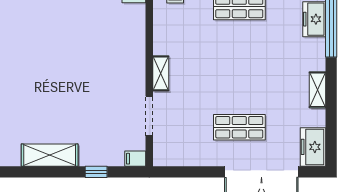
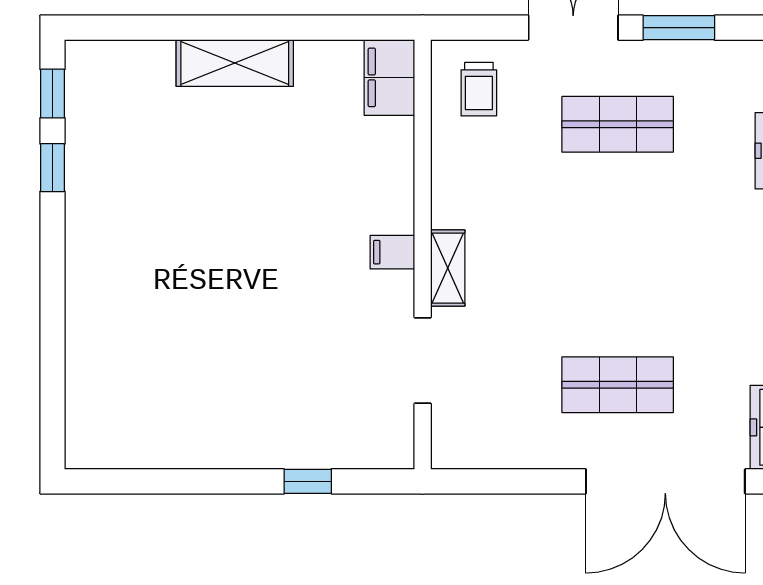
shelving: (50, 155) -> (207, 445), removed
filing cabinet: (135, 159) -> (392, 252), moved

